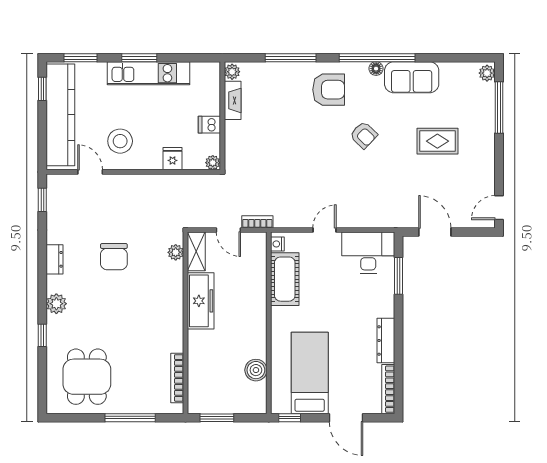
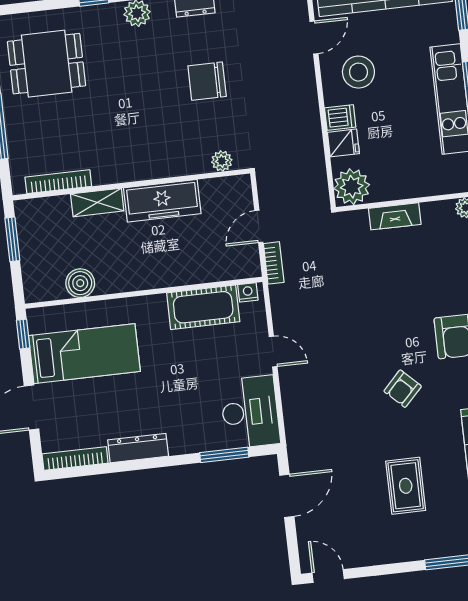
fireplace: (233, 100) -> (395, 216), moved
dishwasher: (209, 125) -> (340, 117), moved, turned 90
plant: (213, 163) -> (352, 187), width x1.88, depth x1.88
shelving: (196, 251) -> (97, 202), moved

